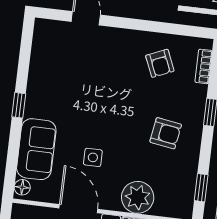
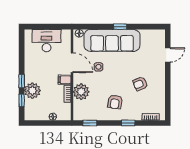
armchair: (160, 63) -> (140, 84), moved
sofa: (36, 149) -> (112, 40), width x1.85, depth x1.27
door: (78, 209) -> (72, 63), hinge flipped

